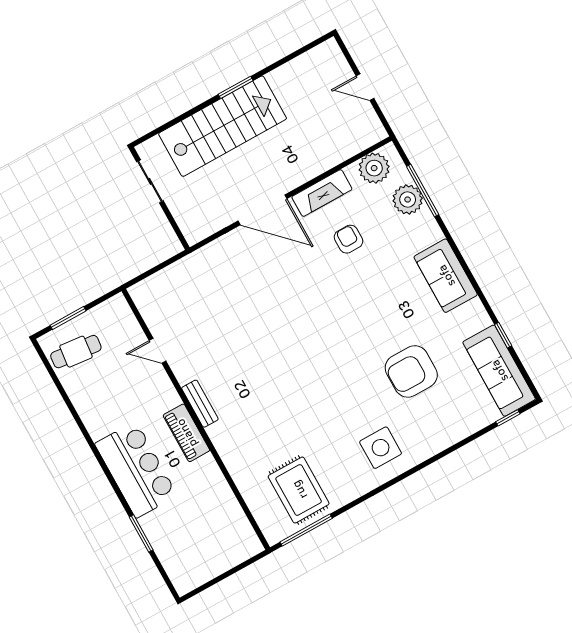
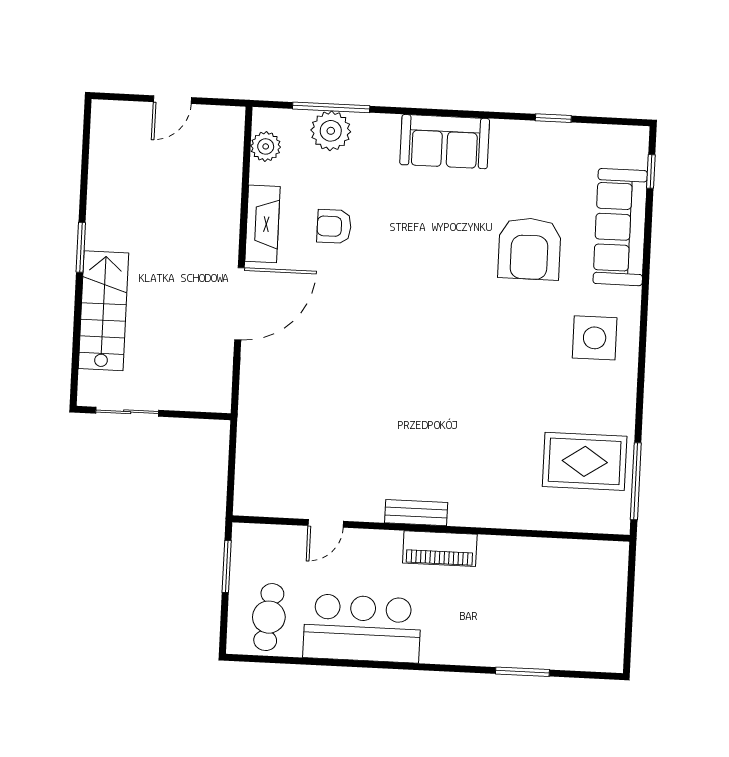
stairs: (223, 126) -> (103, 311), width x0.73, depth x0.66
plant: (374, 168) -> (266, 146), width x0.73, depth x0.73
window: (68, 318) -> (227, 566), moved
sofa: (499, 371) -> (620, 227), moved, turned 90
bar counter: (136, 470) -> (362, 628), moved

